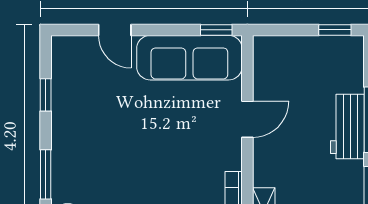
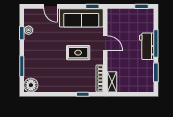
plant: (62, 88) -> (29, 30), added
door: (247, 119) -> (105, 43), hinge flipped
rug: (182, 142) -> (78, 53), added

